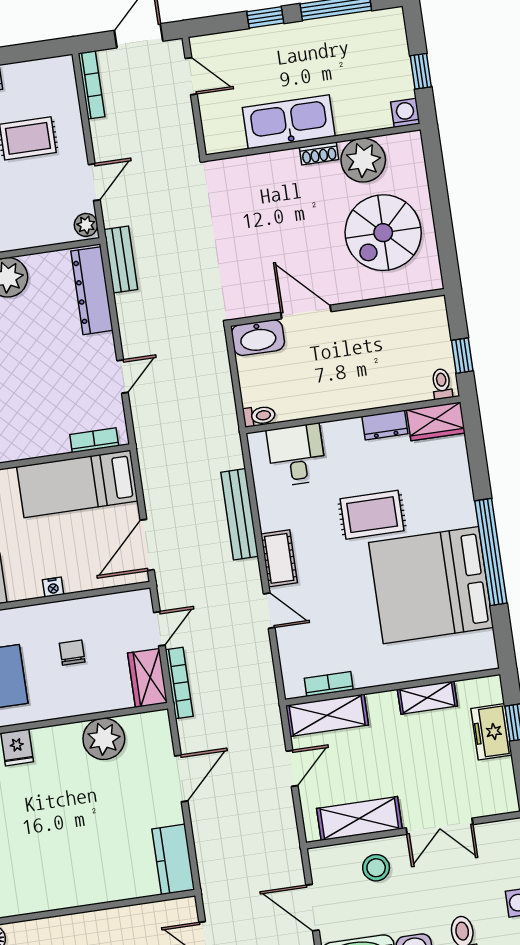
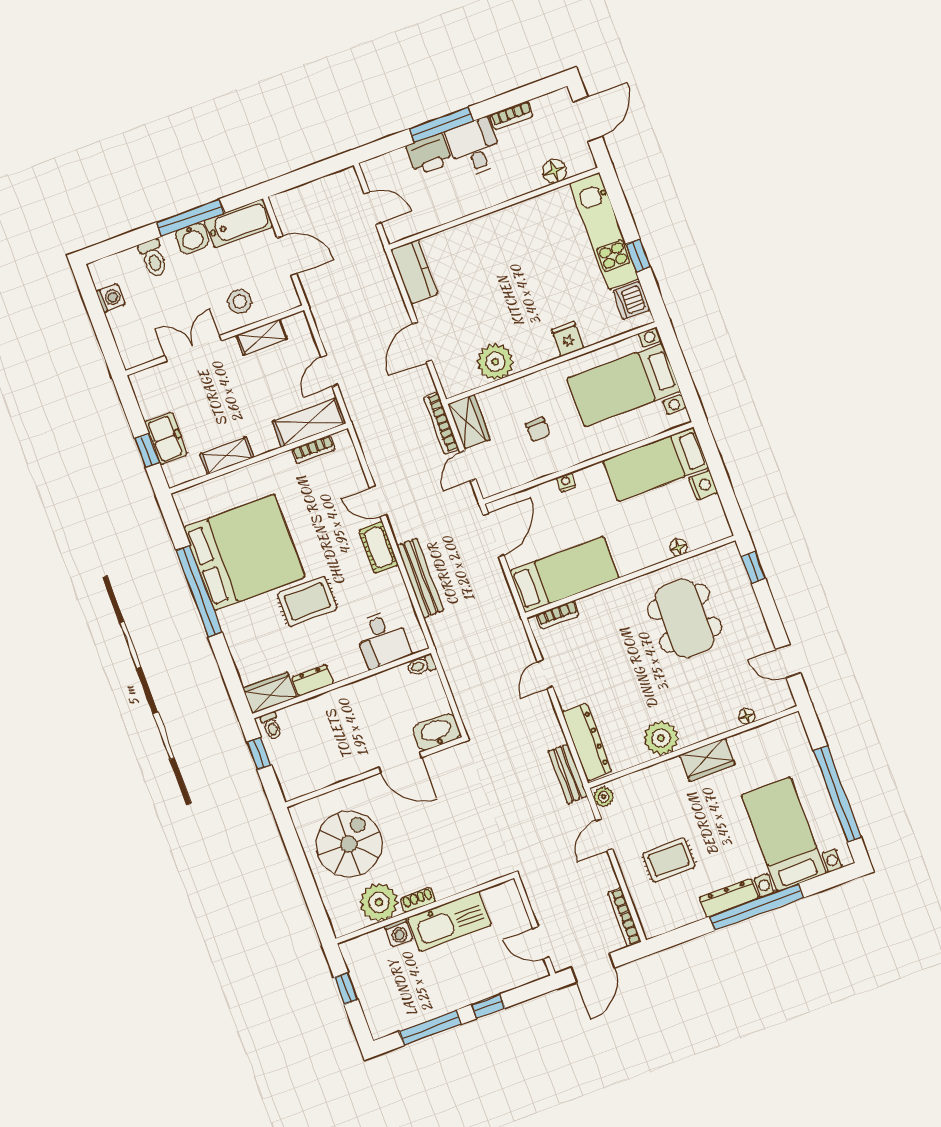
washing machine: (405, 113) -> (399, 933), moved
shelving: (359, 819) -> (262, 337), width x0.67, depth x0.75

